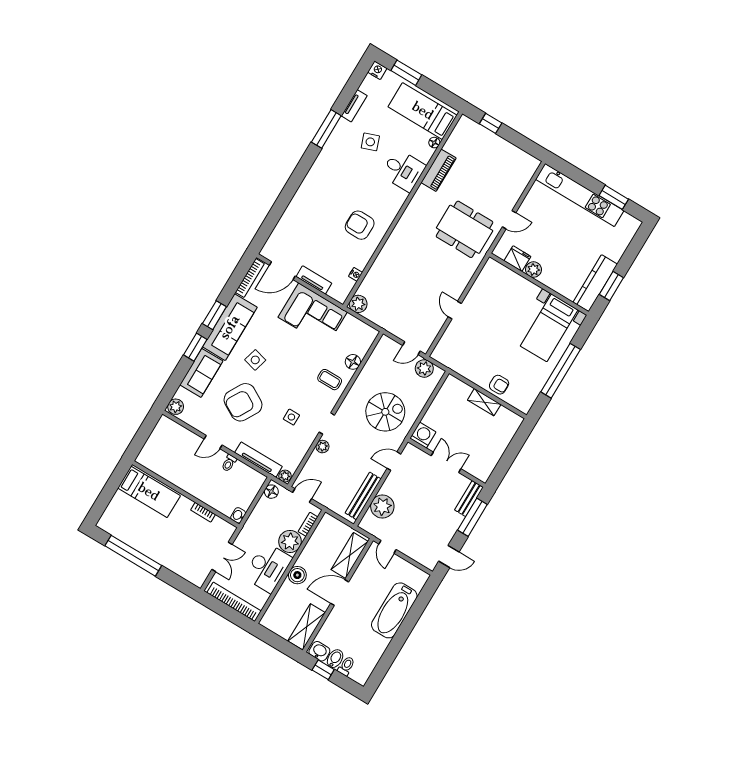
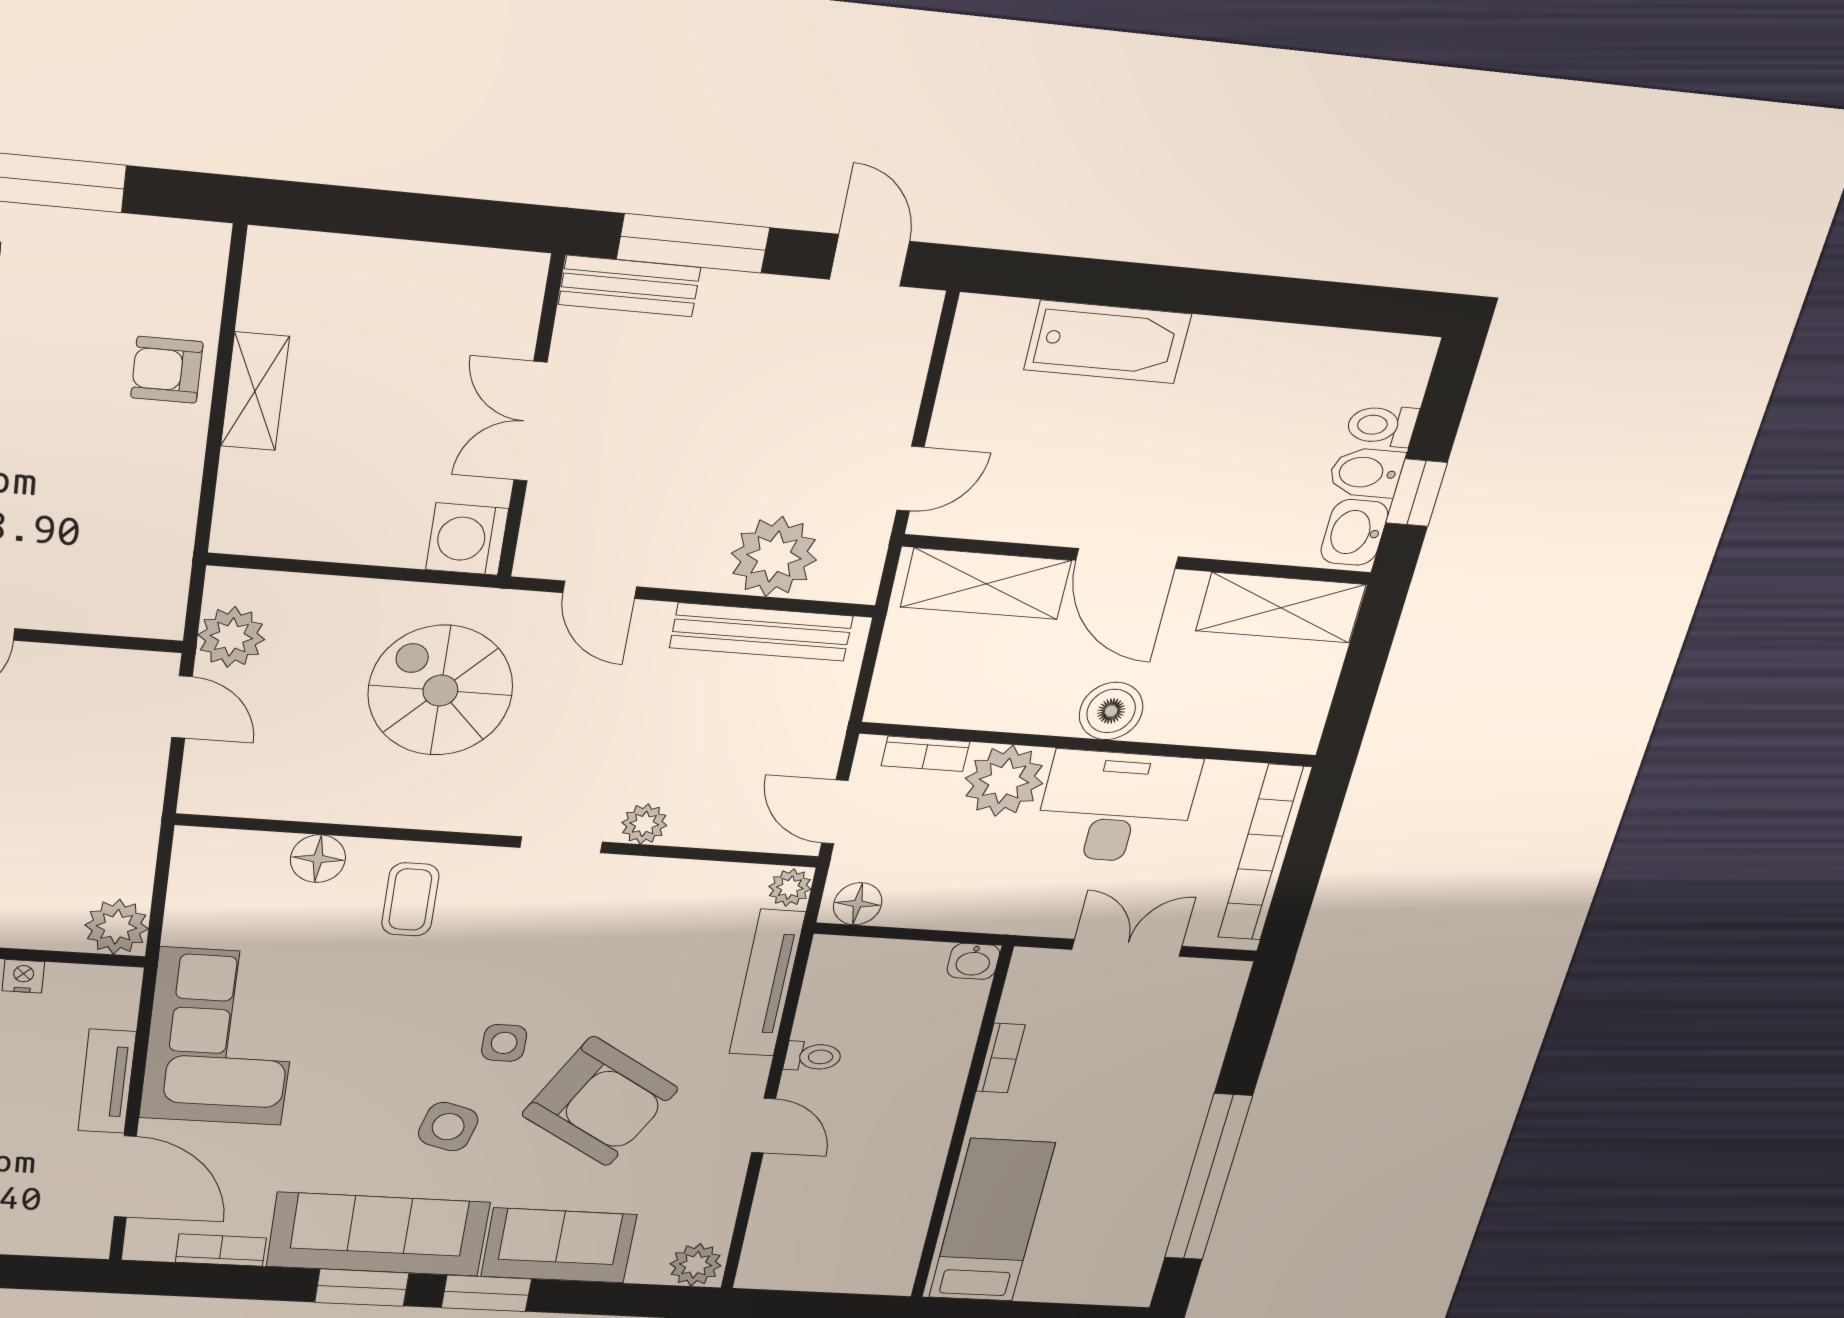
bookcase: (250, 278) -> (221, 1250), width x0.64
armchair: (499, 385) -> (167, 370), turned -90
side table: (291, 417) -> (504, 1043), moved
bathtub: (394, 610) -> (1108, 342), width x0.73, depth x0.73

